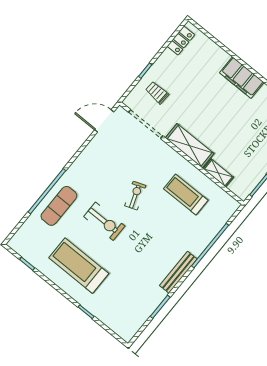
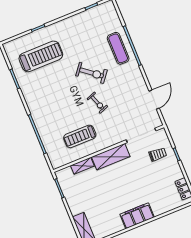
door: (104, 121) -> (154, 100), moved
treadmill: (186, 195) -> (80, 136), turned 180
exercise bike: (104, 221) -> (91, 73), turned -142
treadmill: (79, 266) -> (41, 56), moved
bench: (178, 272) -> (31, 103), removed

